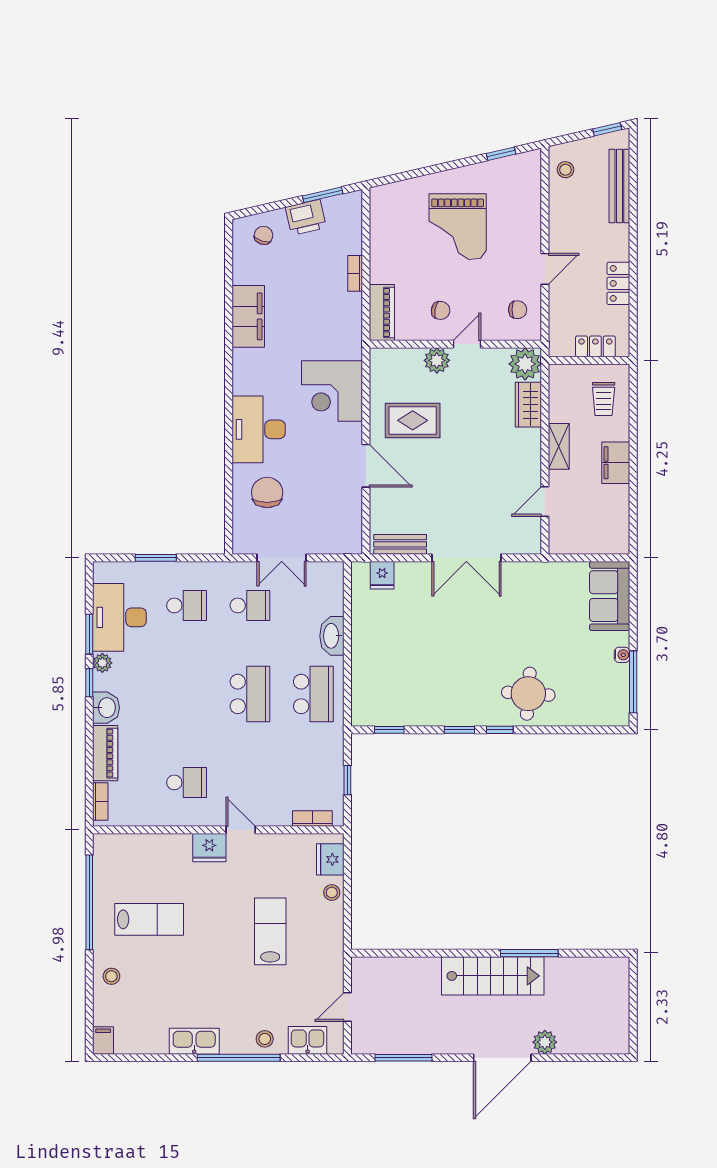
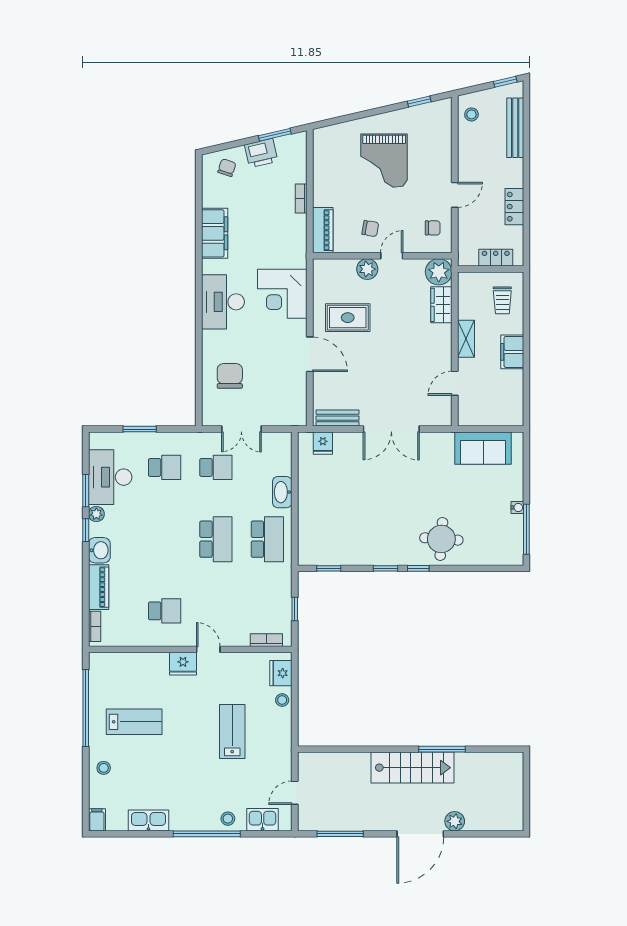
desk: (259, 429) -> (223, 302), moved
sofa: (610, 596) -> (483, 448), moved, turned -90
kitchen sink: (194, 1041) -> (148, 820), moved

